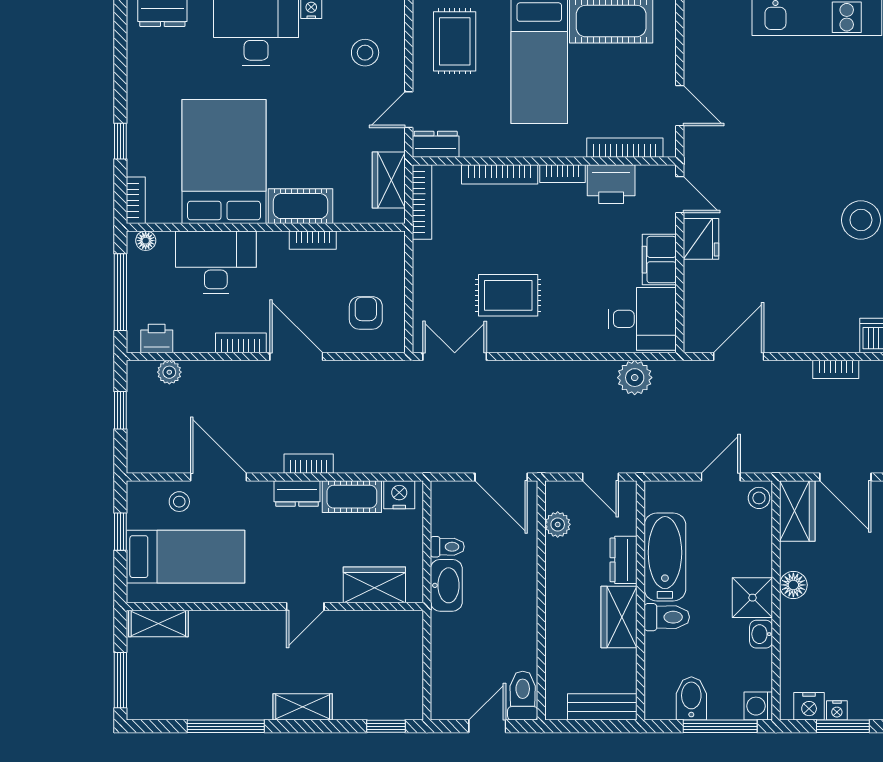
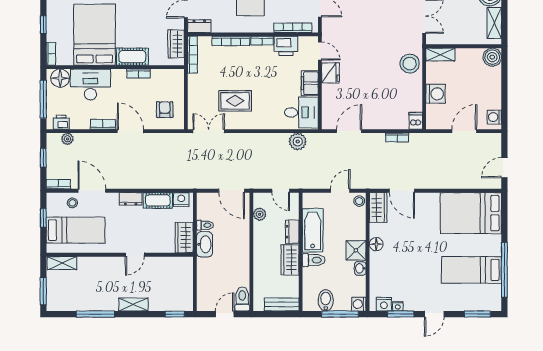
floor lamp: (146, 241) -> (60, 78), width x1.89, depth x1.89
bookcase: (309, 464) -> (58, 184), moved
wardrobe: (374, 585) -> (184, 238), moved, turned -90

